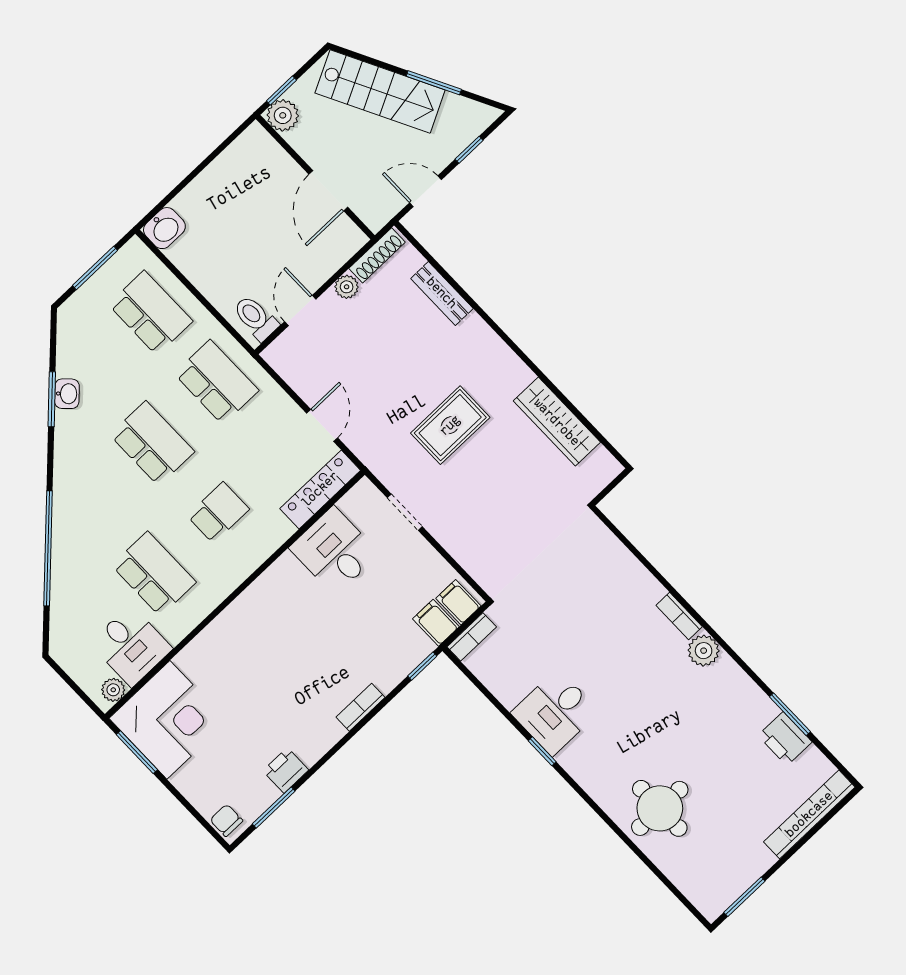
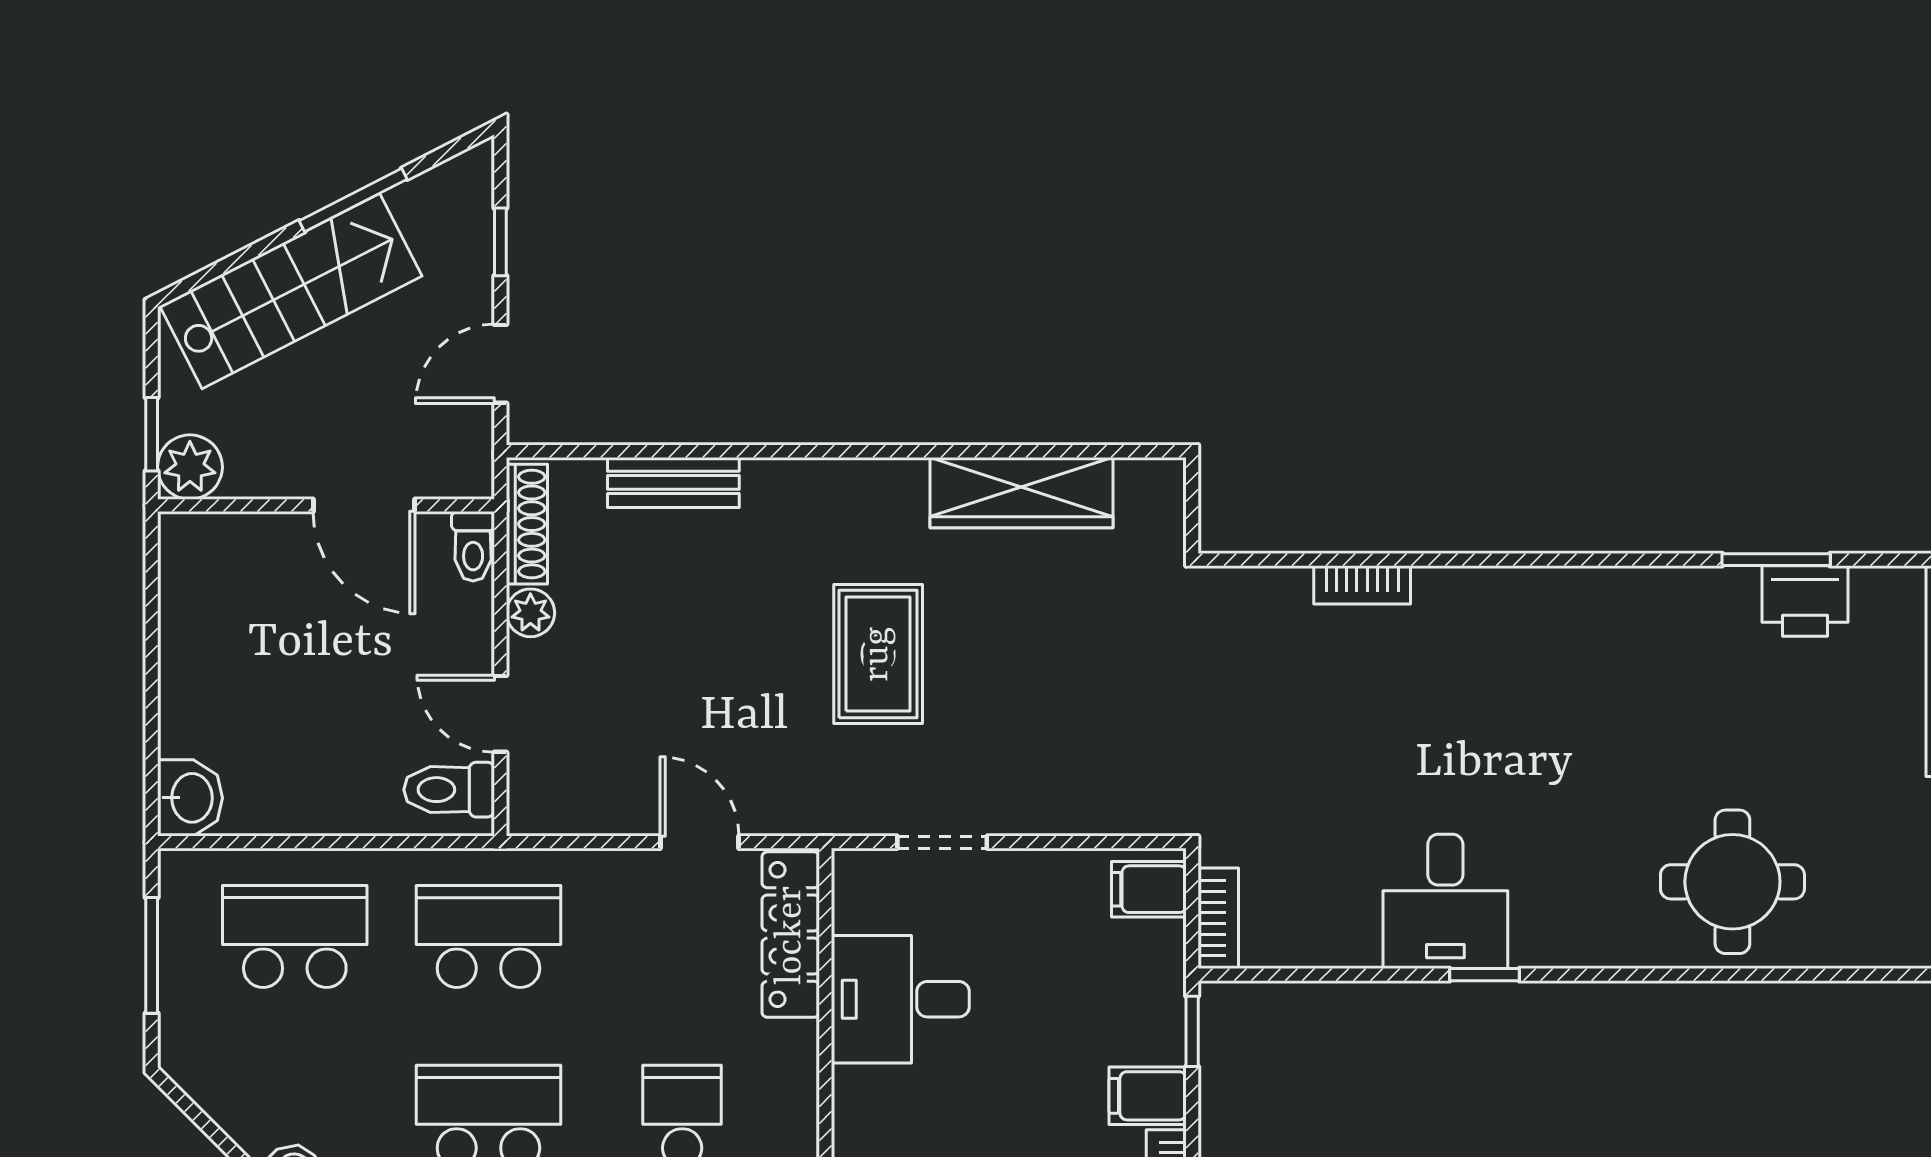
toilet: (351, 244) -> (473, 546), added
bookcase: (679, 616) -> (1362, 585), moved
filing cabinet: (436, 623) -> (1148, 1096), moved
plant: (704, 651) -> (1562, 597), removed

